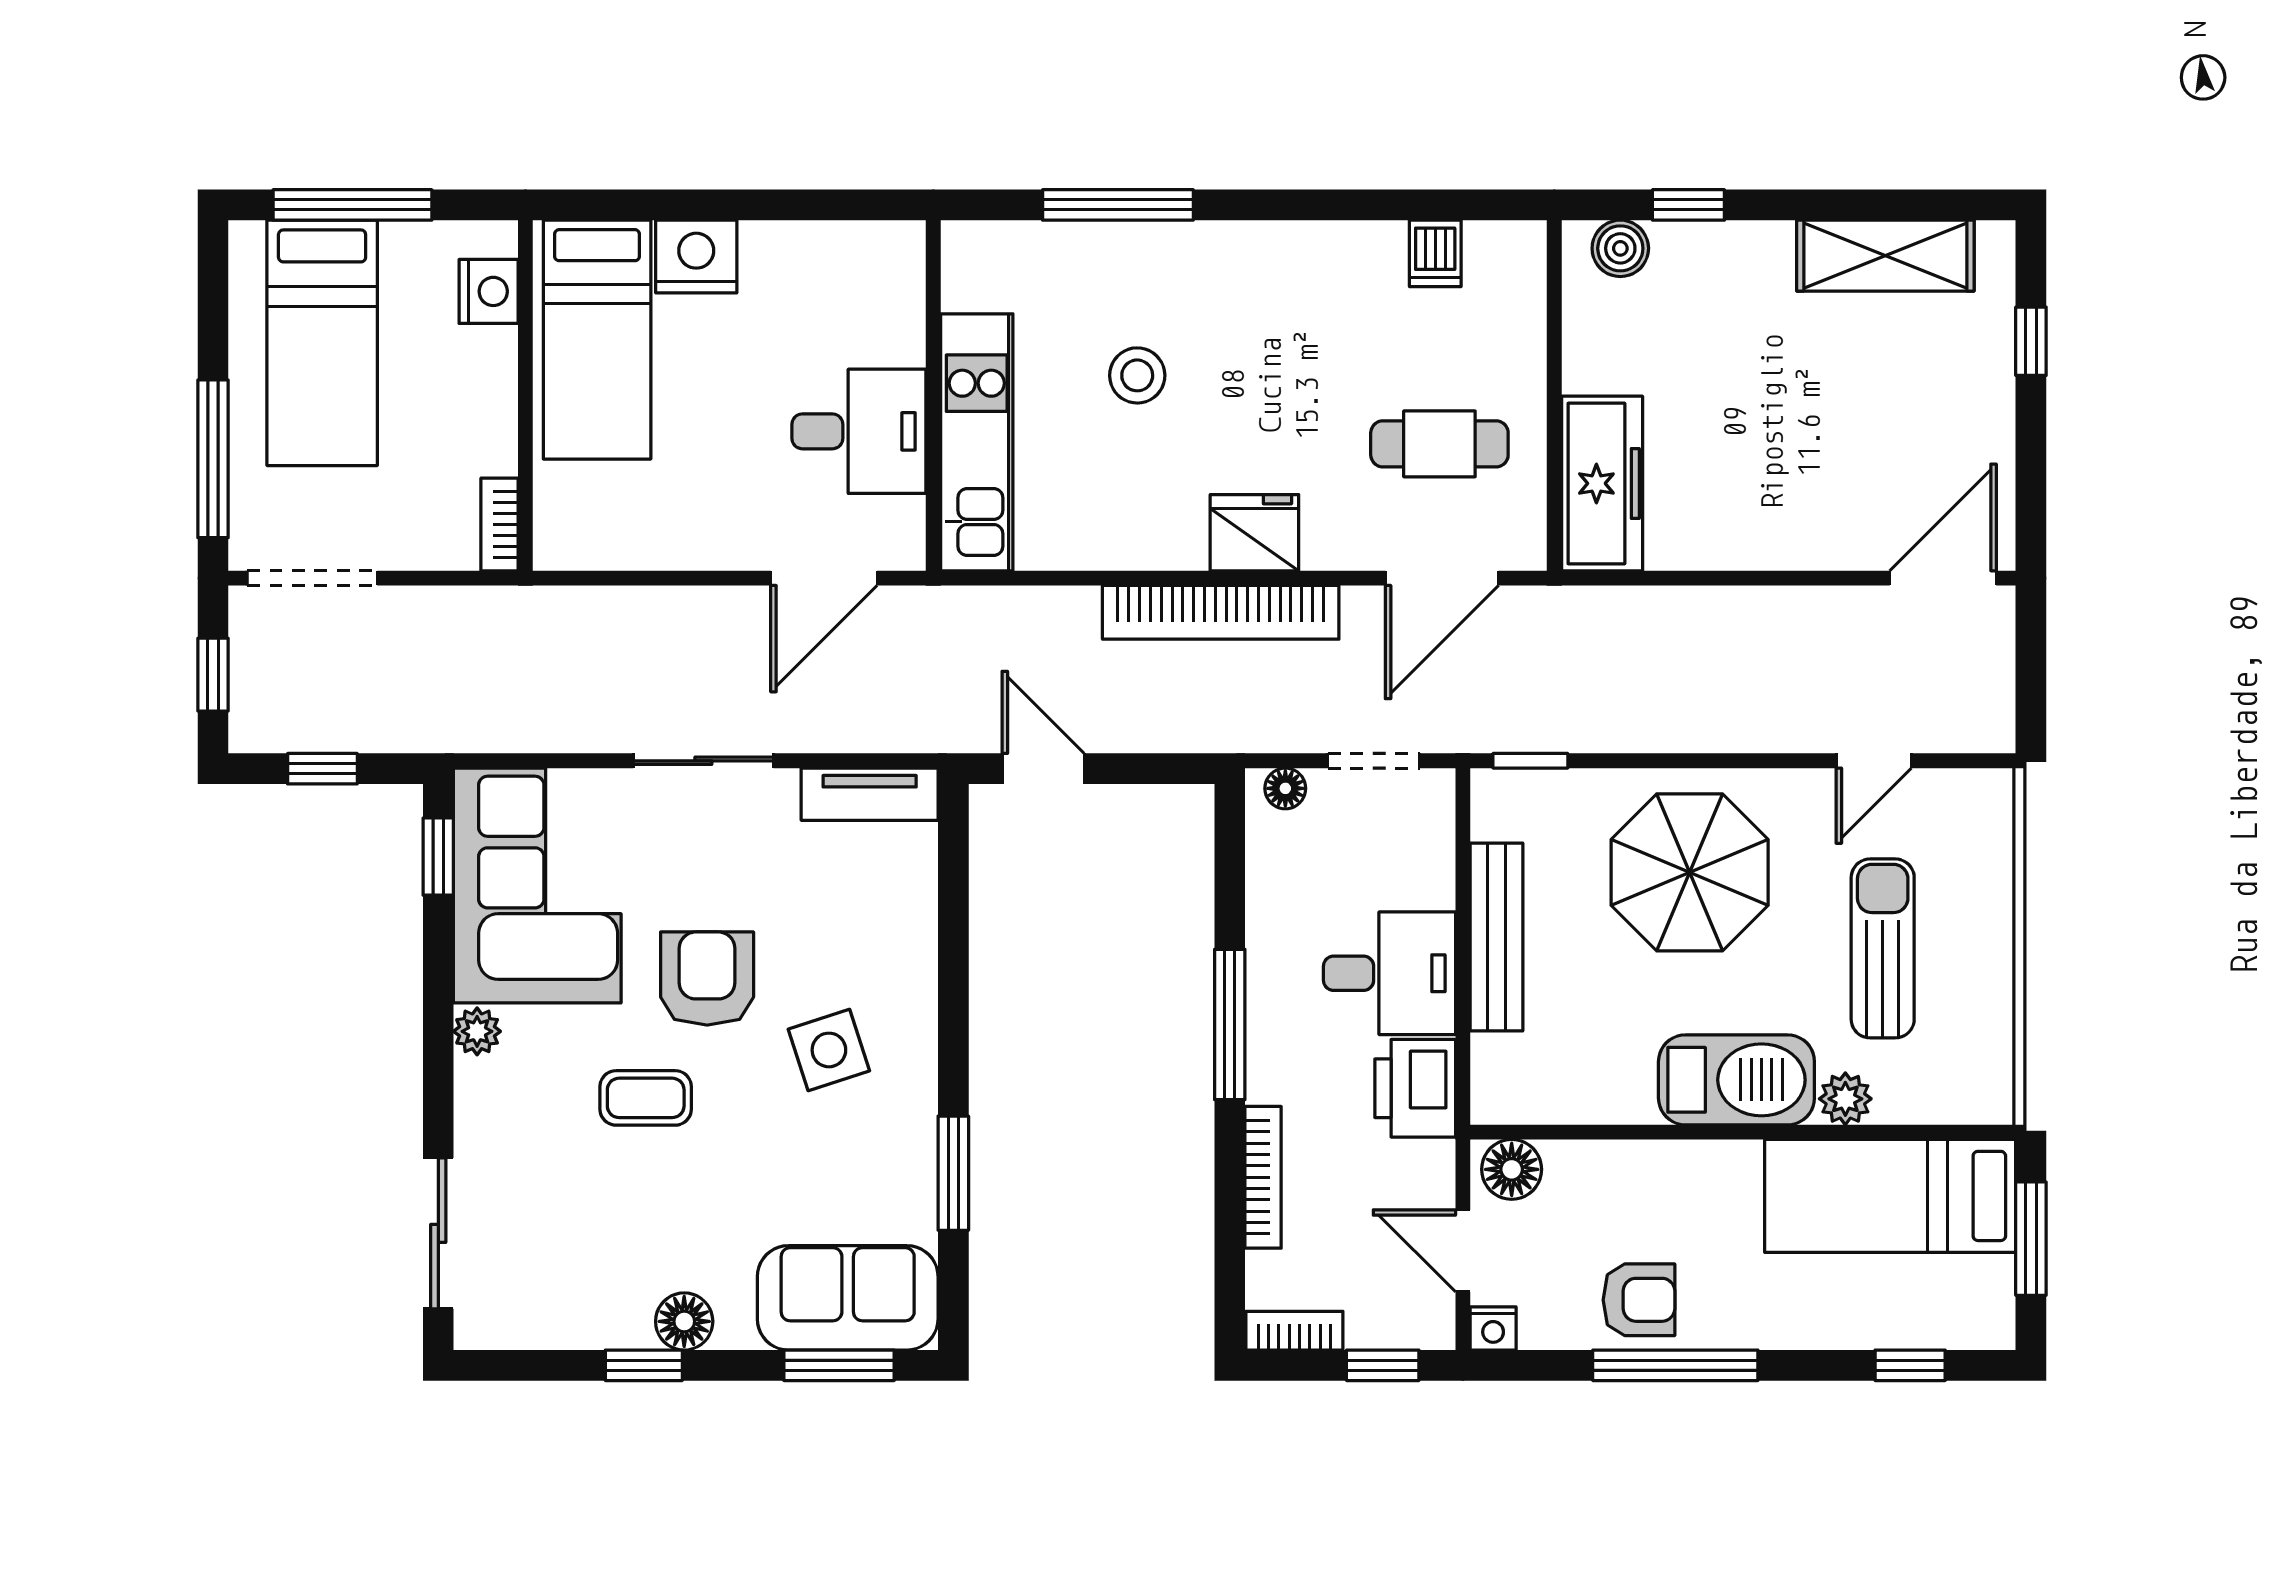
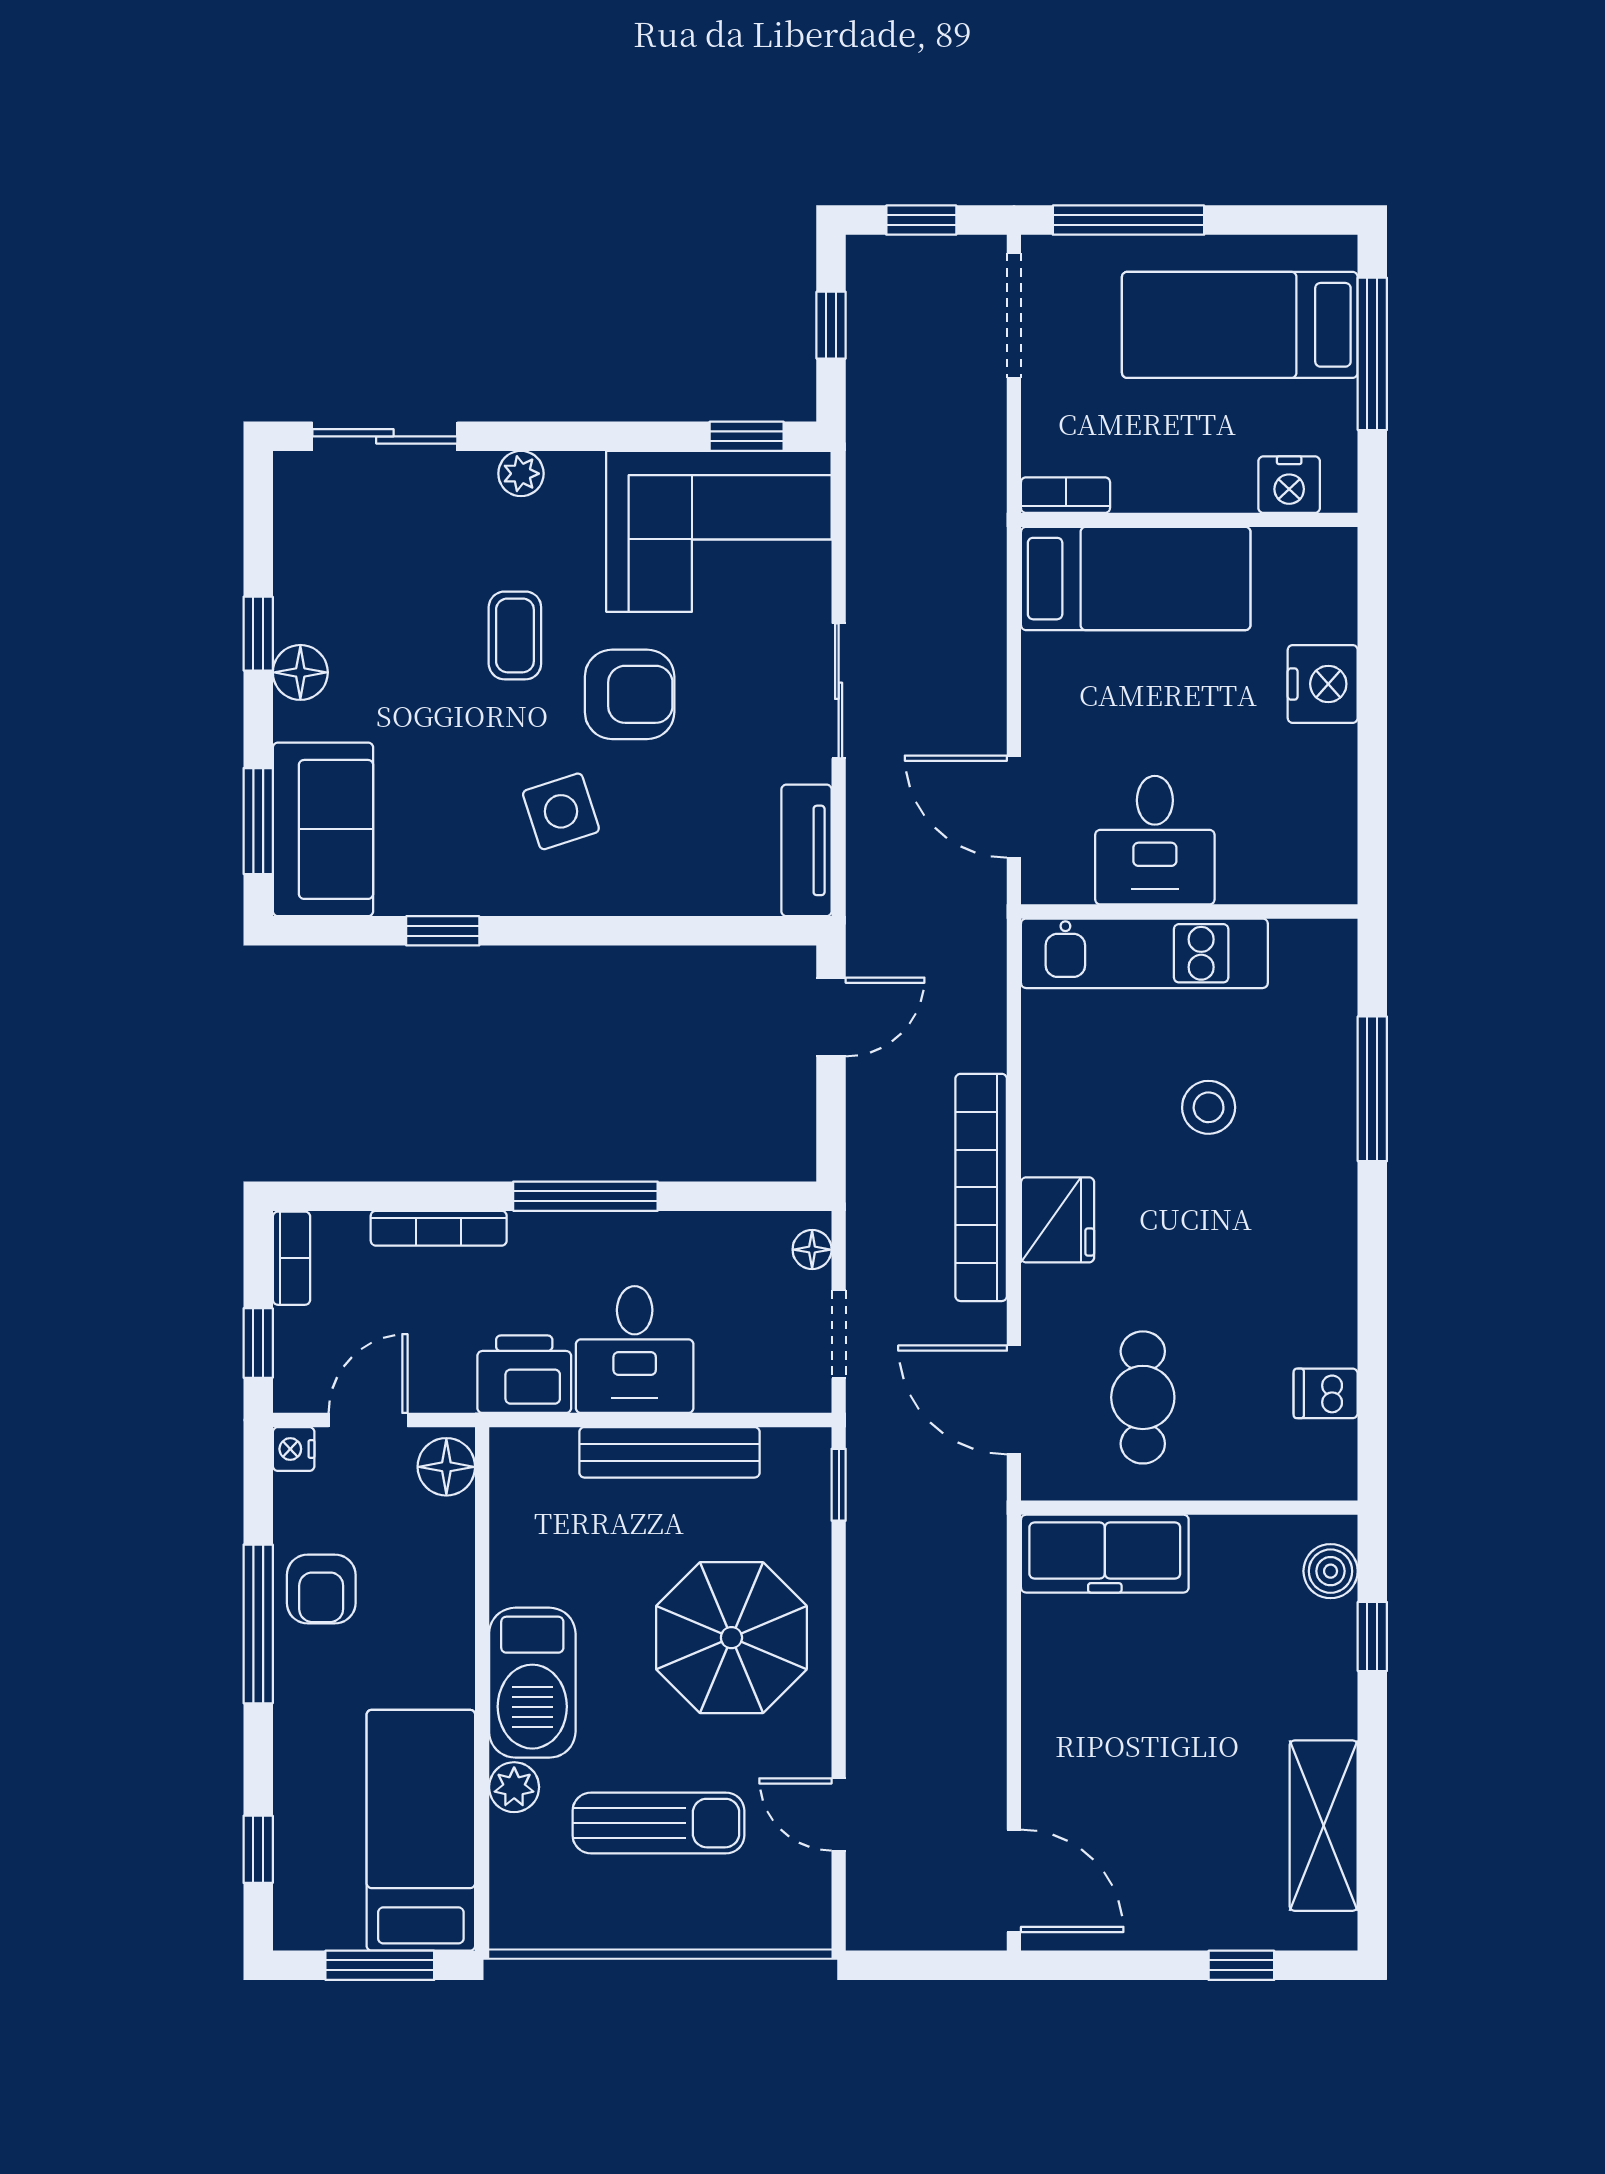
bed: (597, 340) -> (1136, 579), moved, turned 180
plant: (477, 1031) -> (521, 474), moved
window: (953, 1173) -> (443, 931), width x0.67

